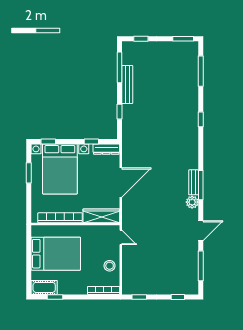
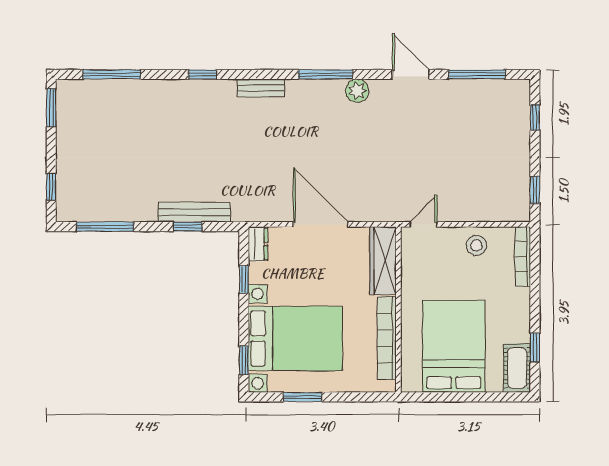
bench: (127, 85) -> (194, 212), moved
dresser: (106, 149) -> (258, 244), width x0.70
bench: (194, 182) -> (261, 88), moved

